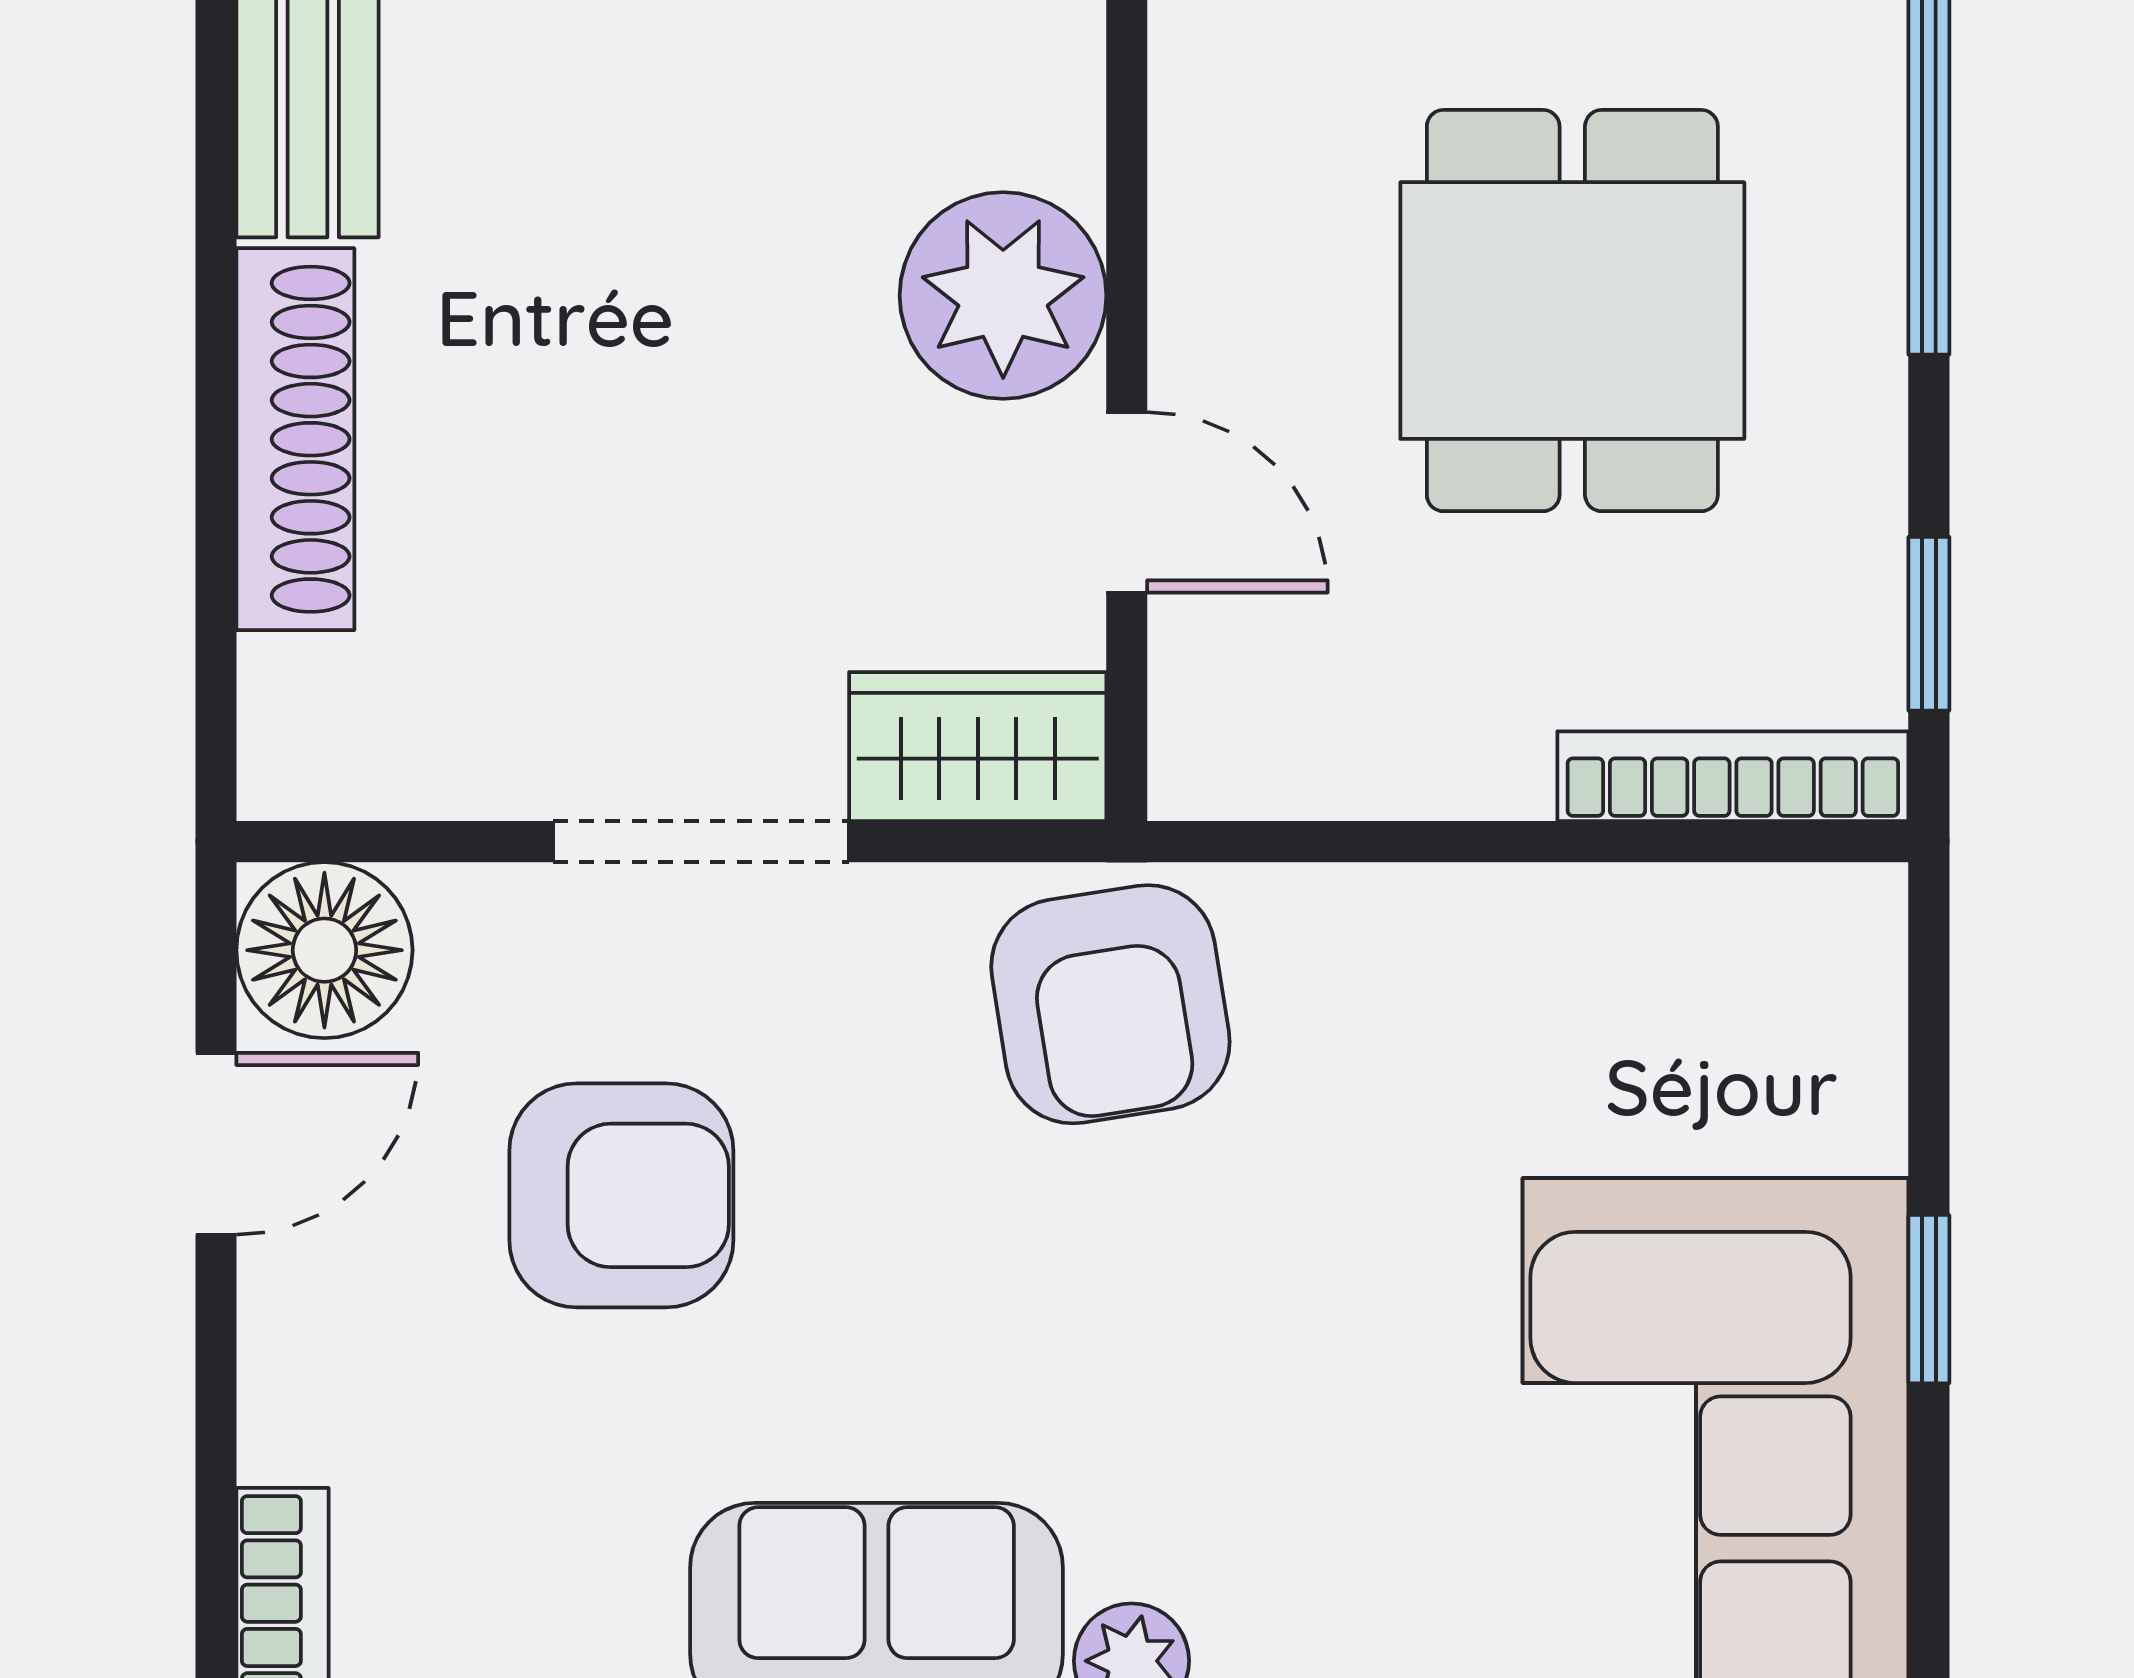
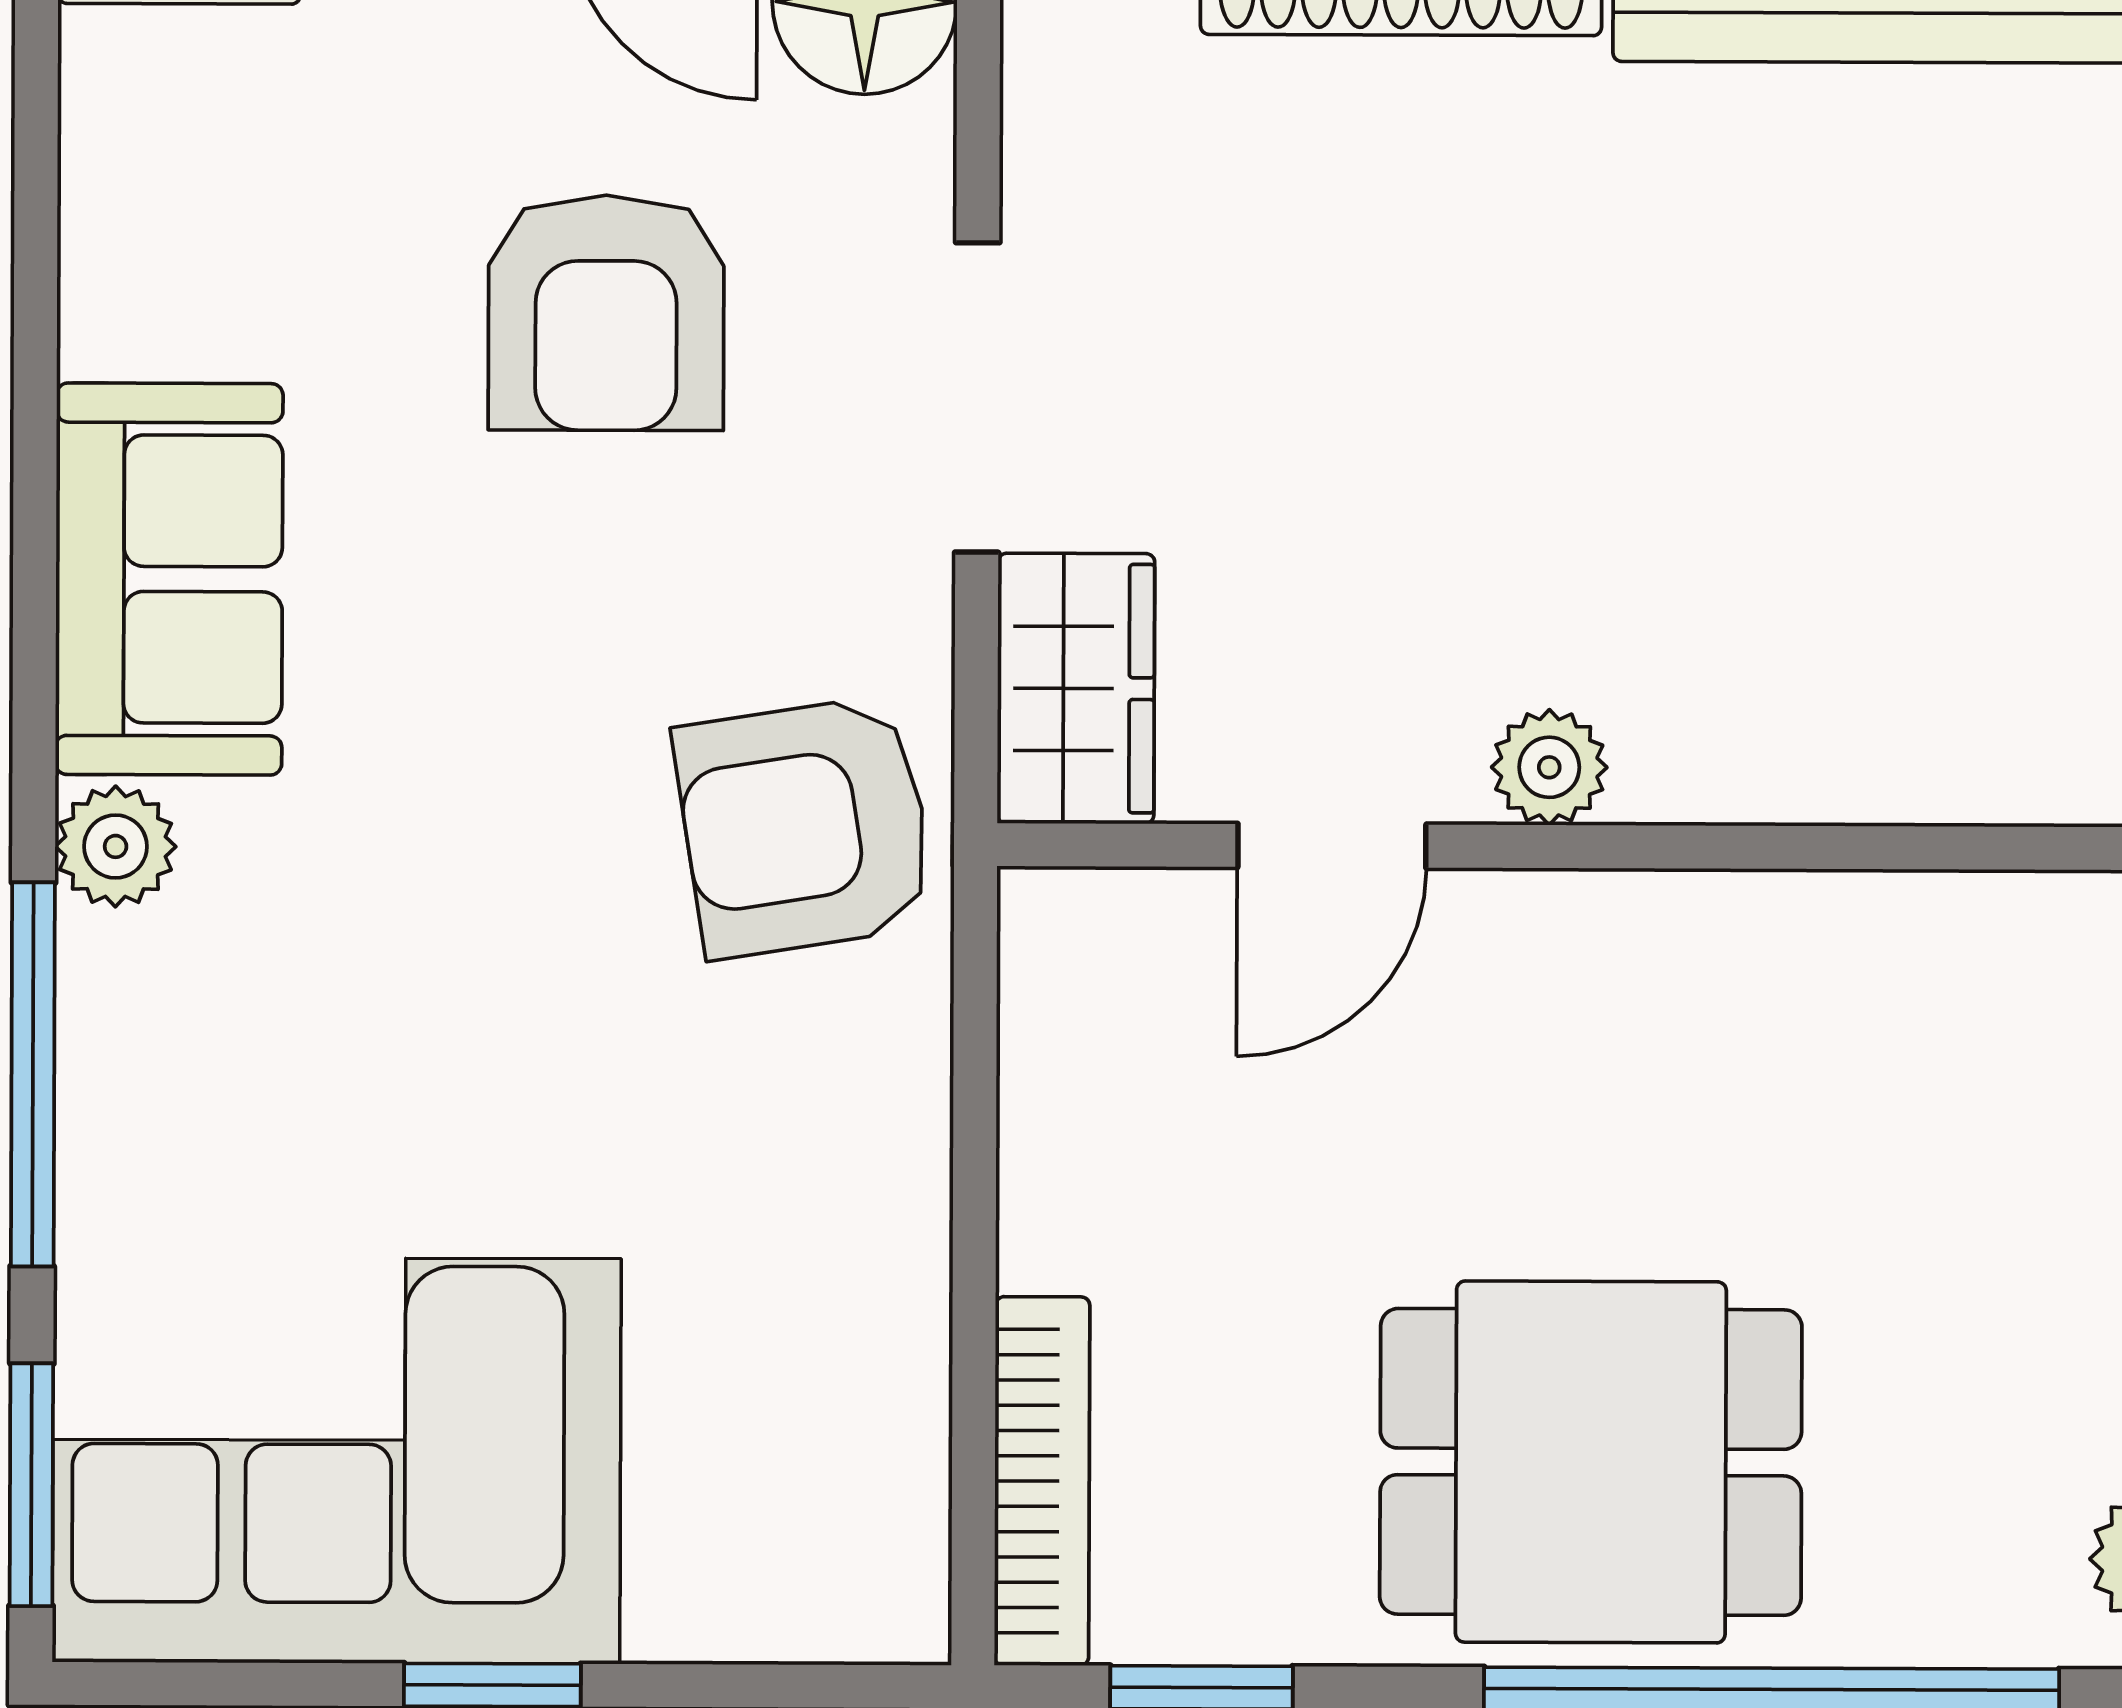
plant: (1003, 296) -> (1549, 767), width x0.53, depth x0.53
dining table: (1572, 311) -> (1591, 1462), moved

